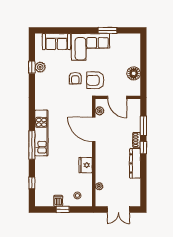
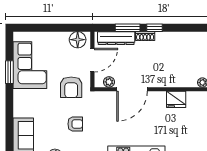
corner sofa: (90, 47) -> (30, 65), moved
floor lamp: (134, 73) -> (78, 40), moved
armchair: (75, 78) -> (75, 124), moved
dresser: (135, 163) -> (116, 38), moved

